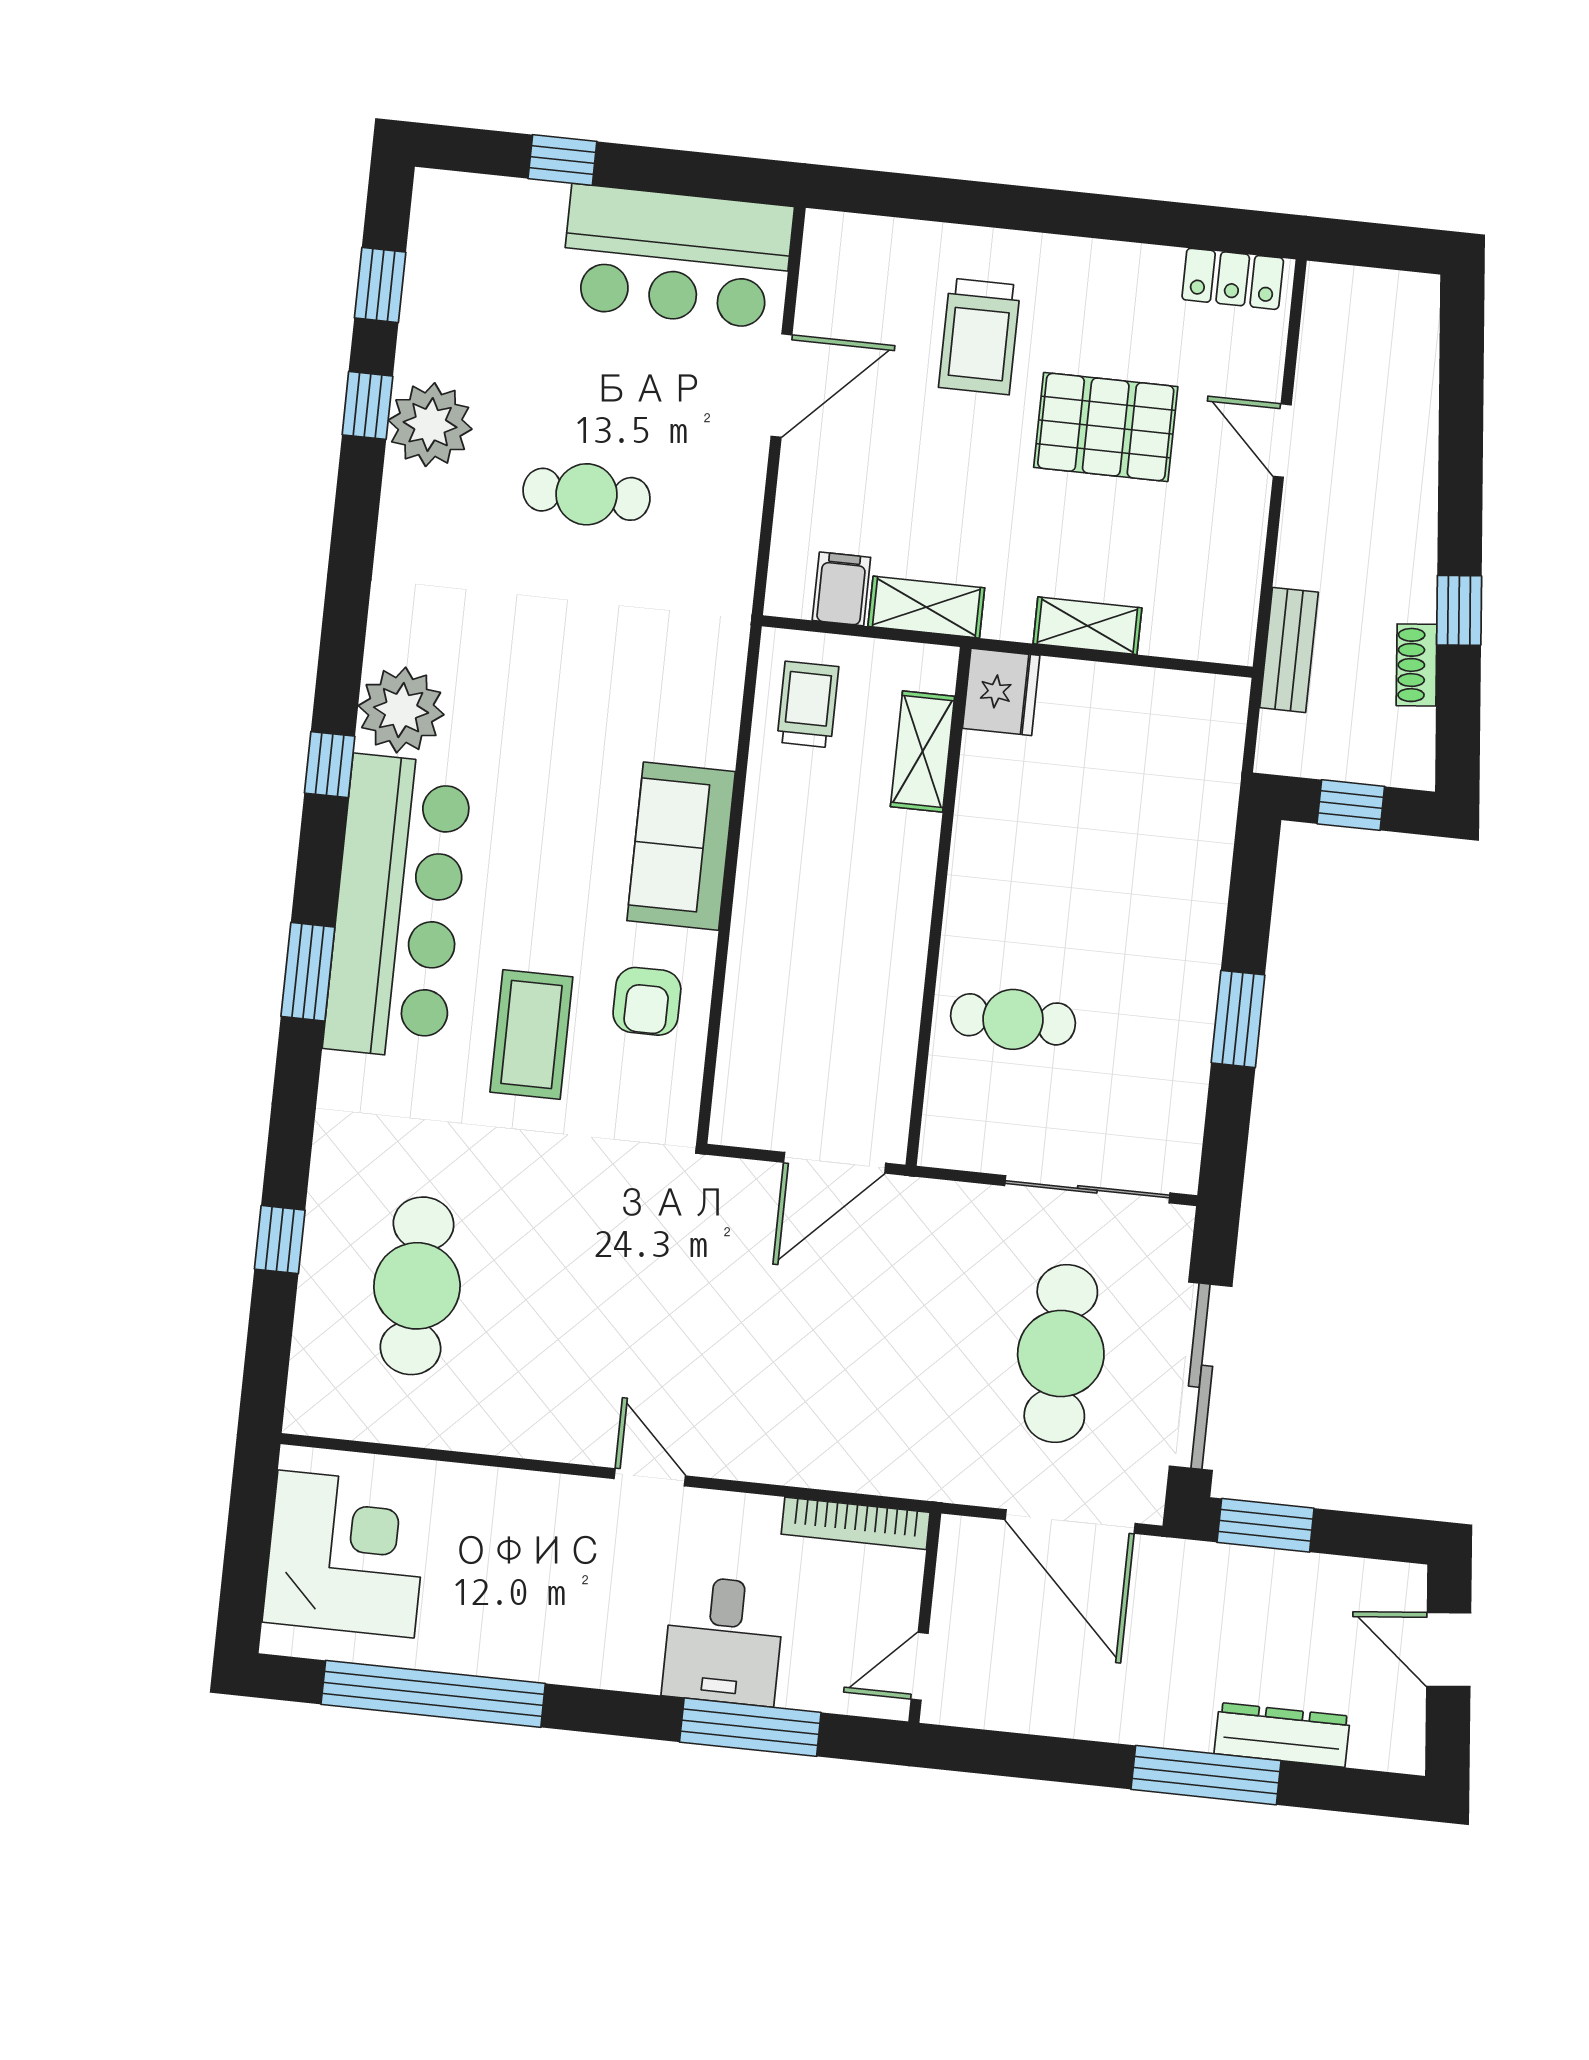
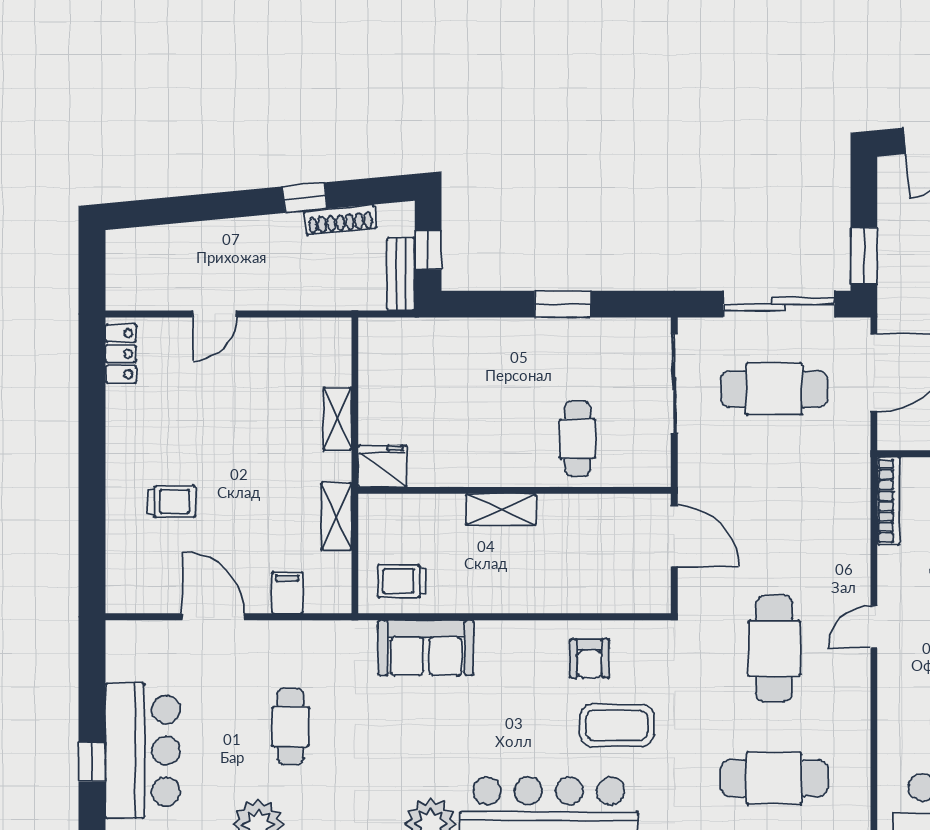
bar counter: (677, 257) -> (143, 751), moved
trolley: (980, 336) -> (171, 502), width x0.73, depth x0.72
pallet: (1106, 427) -> (218, 420), removed
filing cabinet: (841, 589) -> (287, 593), moved, turned 90
bench: (1289, 650) -> (401, 274), moved, turned 90
shoe rack: (1416, 665) -> (340, 220), width x1.43
shelving: (923, 751) -> (501, 509), moved
sofa: (681, 846) -> (426, 648), moved
armchair: (647, 1001) -> (590, 659), turned 90
cafe table: (632, 1308) -> (774, 648), added

